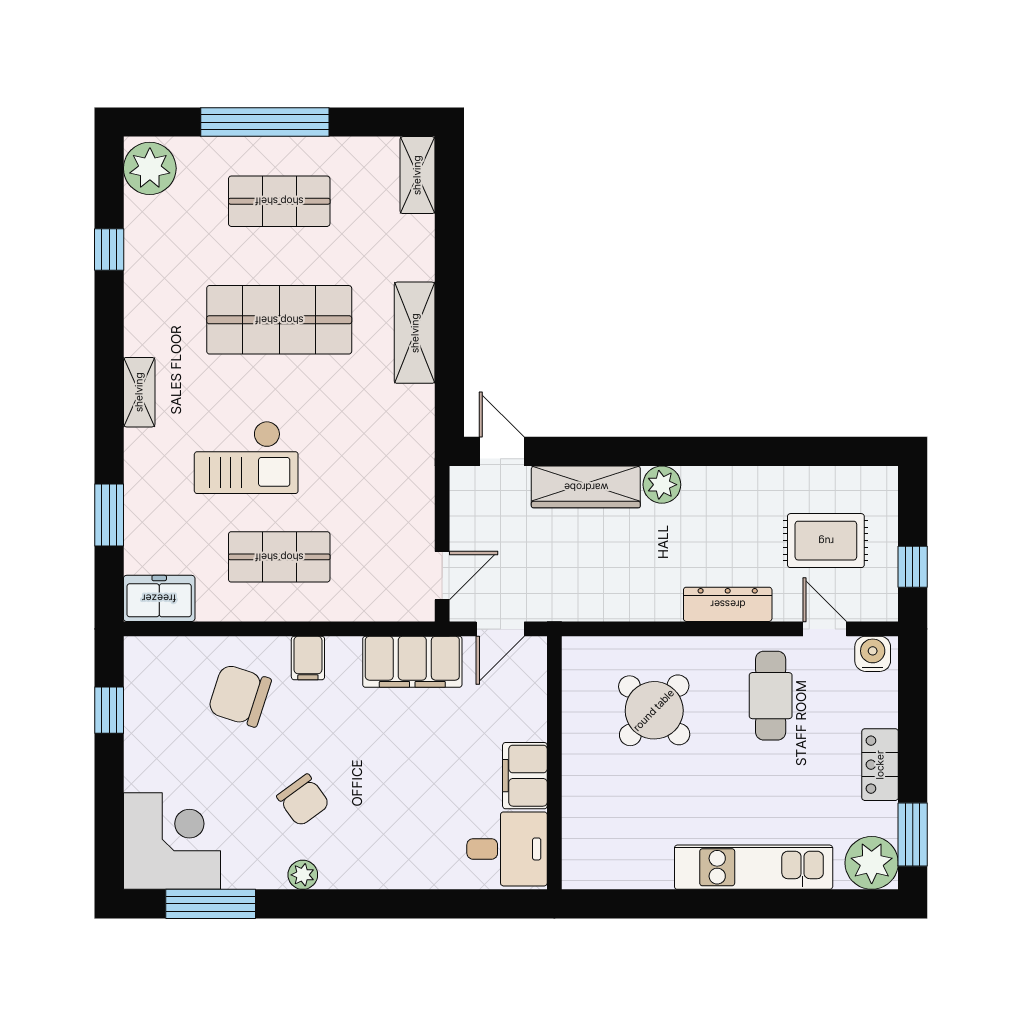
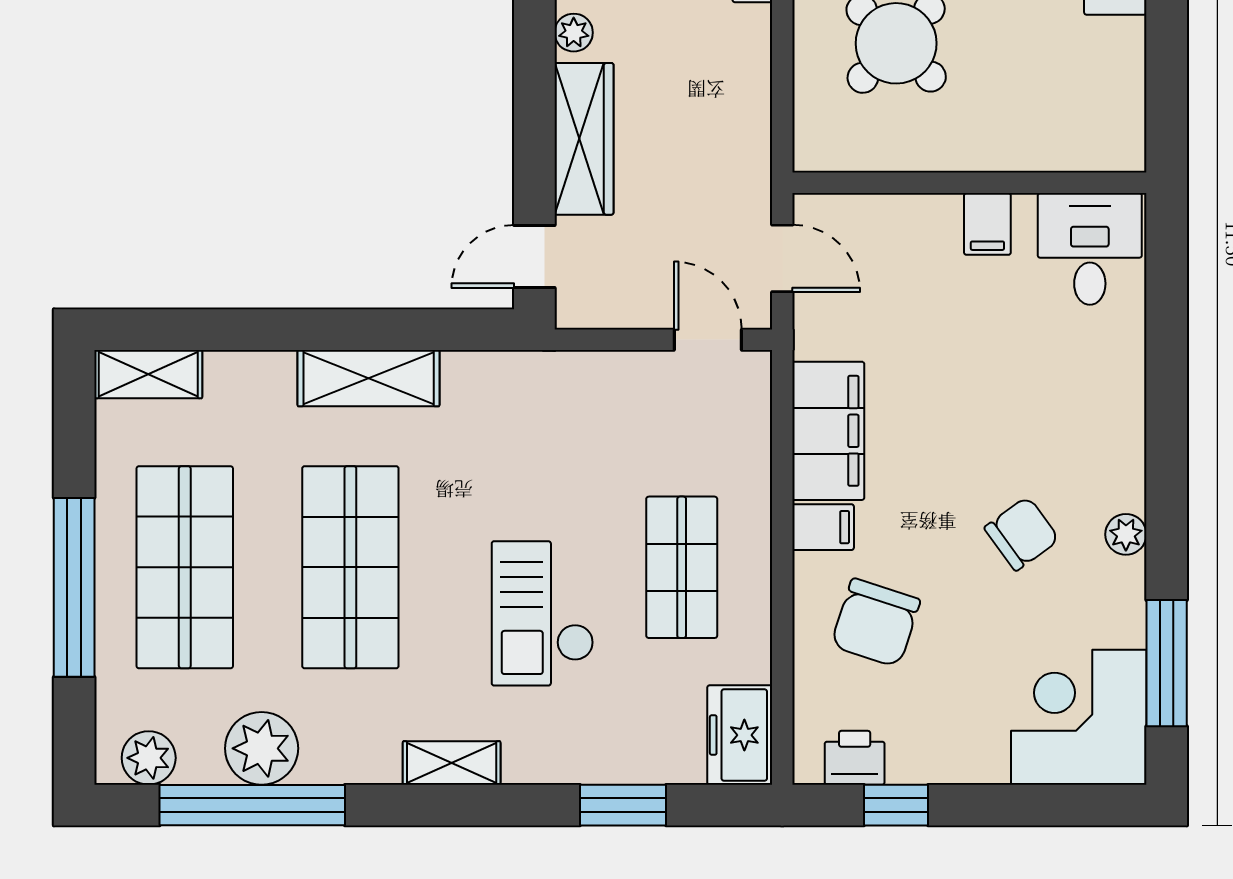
plant: (150, 168) -> (149, 758), width x0.73, depth x0.73
shop shelf: (279, 201) -> (185, 567), width x1.43, depth x1.36
window: (109, 250) -> (252, 805), width x3.17
plant: (150, 256) -> (262, 748), added
checkout: (246, 457) -> (543, 613), turned 180
plant: (662, 485) -> (574, 33), width x0.73, depth x0.73
filing cabinet: (412, 662) -> (828, 431), moved
printer: (143, 681) -> (855, 758), added
filing cabinet: (525, 776) -> (987, 224), width x0.50

